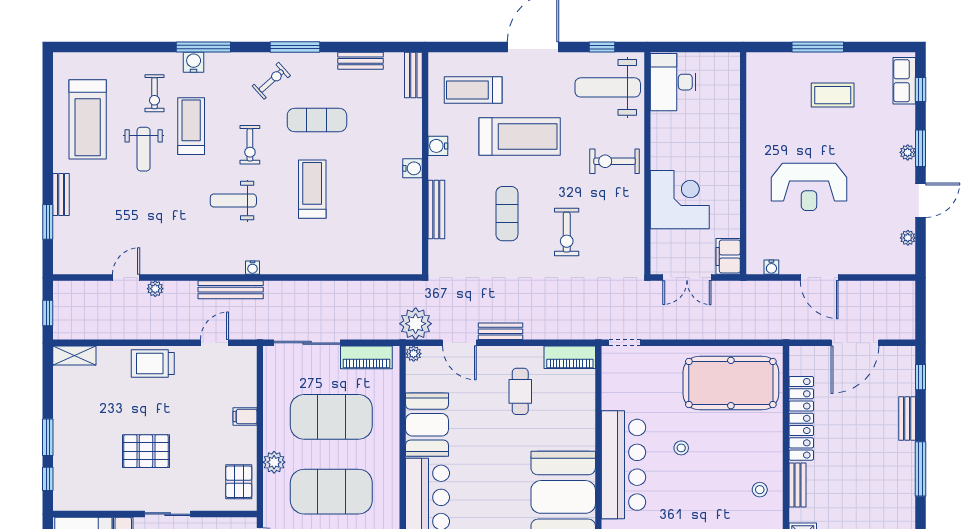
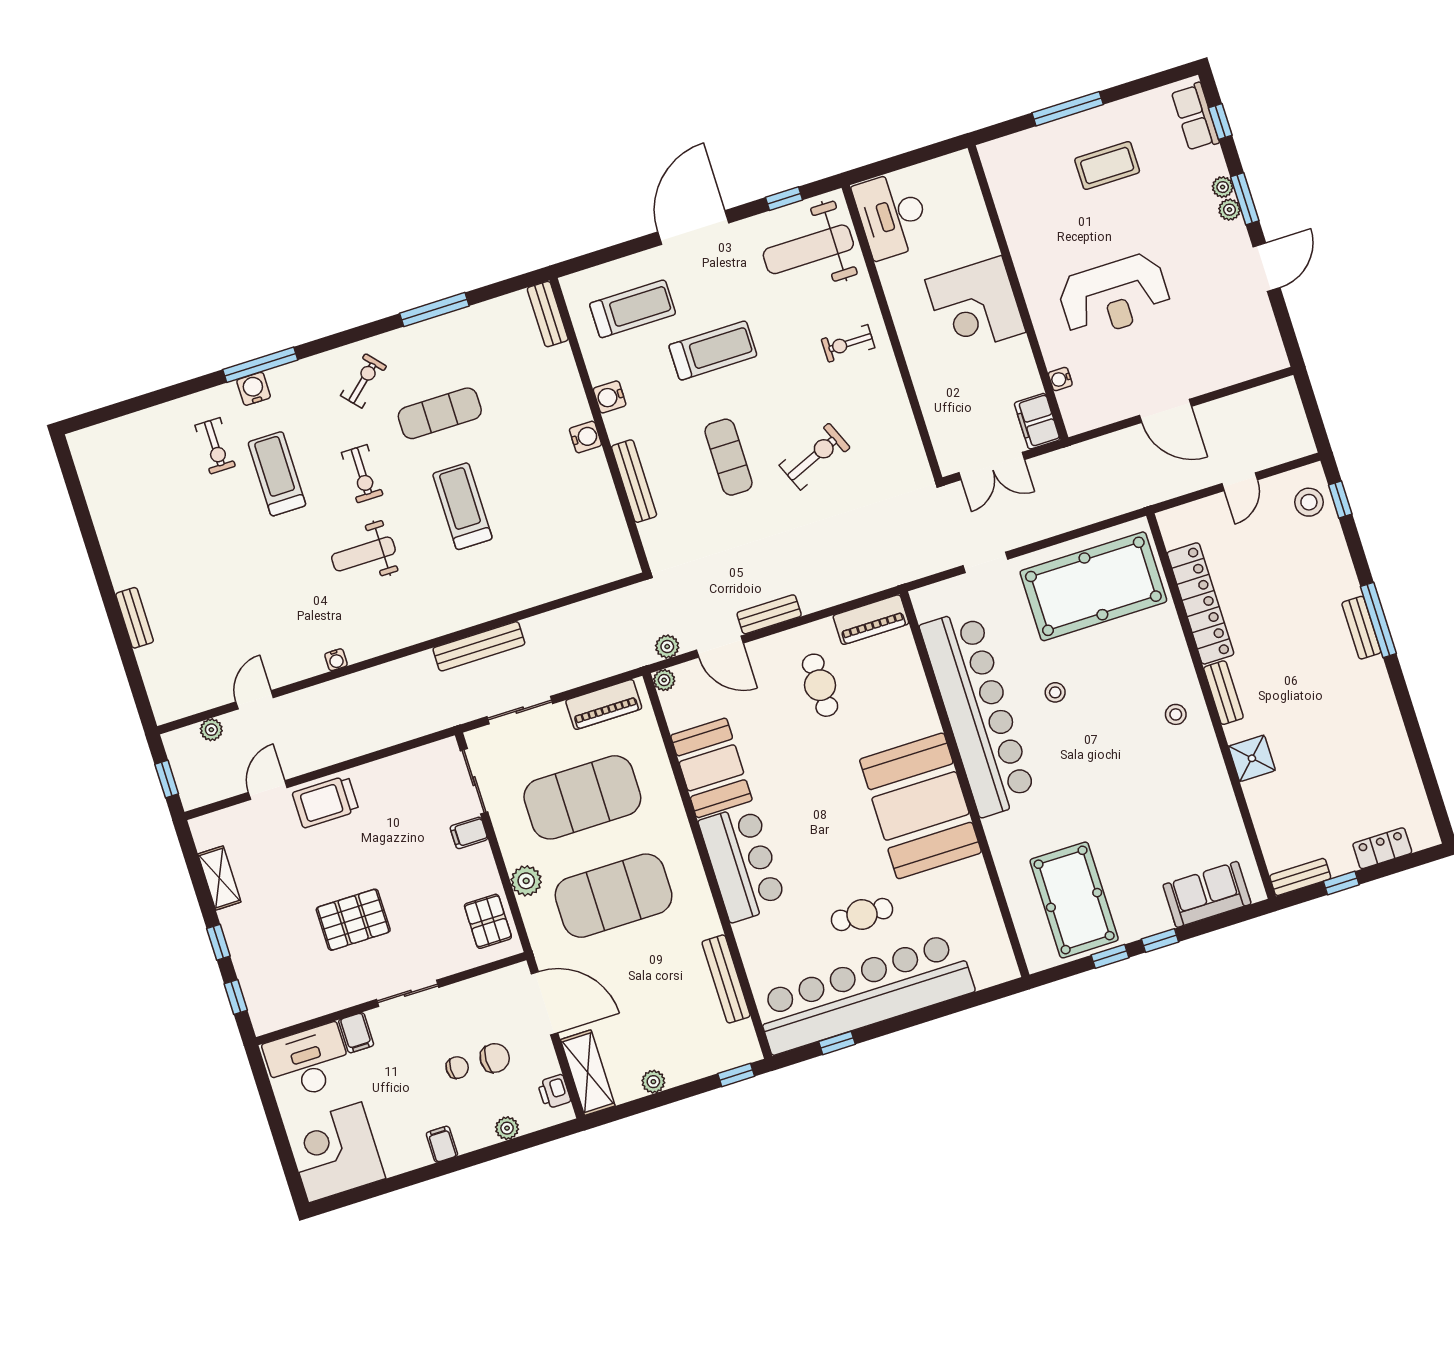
window: (295, 47) -> (434, 310), moved
bench: (360, 61) -> (472, 317), removed
treadmill: (473, 90) -> (633, 309), turned 180
treadmill: (88, 119) -> (138, 508), removed
treadmill: (520, 136) -> (713, 351), width x0.73, depth x0.73
weight bench: (144, 149) -> (224, 524), removed
exercise bike: (615, 161) -> (848, 343), width x0.73, depth x0.72
corner desk: (680, 200) -> (975, 306), moved, turned 180
window: (48, 222) -> (129, 659), removed
exercise bike: (567, 232) -> (815, 456), turned -113
plant: (908, 238) -> (1223, 187), moved
water cooler: (771, 267) -> (1060, 379), moved, turned 90
water cooler: (253, 268) -> (336, 660), moved
plant: (155, 289) -> (211, 730), moved
bench: (231, 290) -> (479, 646), moved
plant: (416, 324) -> (667, 647), width x0.53, depth x0.53
door: (214, 343) -> (268, 790), moved
sliding door: (307, 343) -> (520, 710), width x0.73
doorway: (625, 343) -> (986, 562), moved
door: (855, 343) -> (1240, 482), width x0.53
shelving: (74, 355) -> (219, 878), moved, turned 90
stool: (898, 372) -> (1309, 502), added
sliding door: (260, 382) -> (474, 781), added
bench: (907, 418) -> (1361, 628), moved
window: (48, 437) -> (218, 942), width x0.67
bar counter: (623, 465) -> (978, 713), width x1.36

